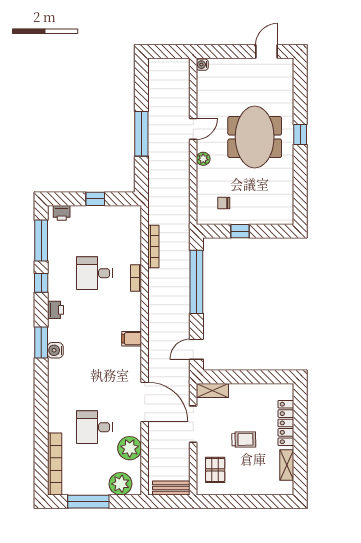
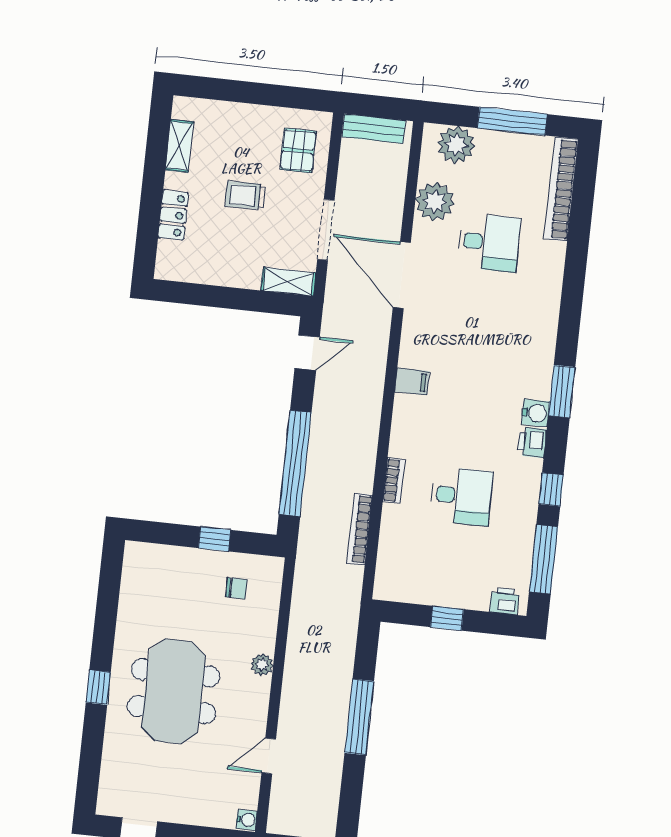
door: (193, 129) -> (269, 756), moved
water cooler: (55, 350) -> (536, 413), moved
locker: (286, 423) -> (173, 215), width x0.66

